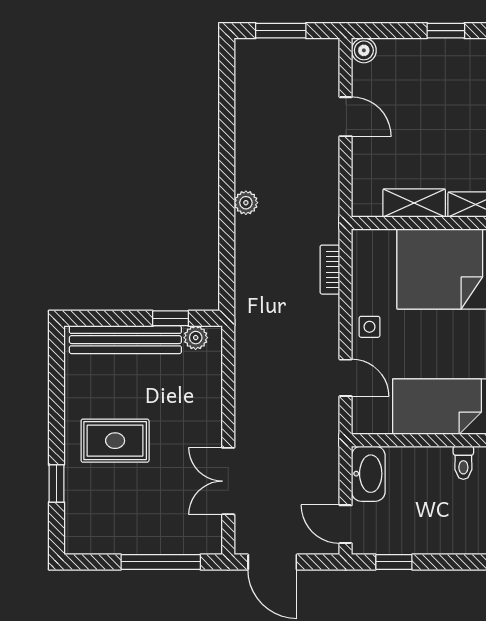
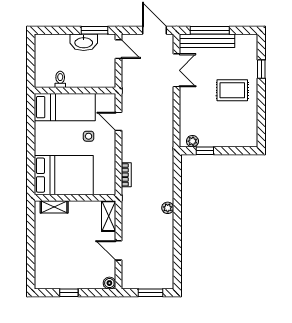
shelving: (414, 203) -> (109, 216), moved, turned 90
side table: (370, 327) -> (89, 136), moved
bench: (125, 340) -> (207, 41), moved
washbasin: (368, 474) -> (84, 42), moved, turned -90
window: (394, 562) -> (95, 30), width x1.50

